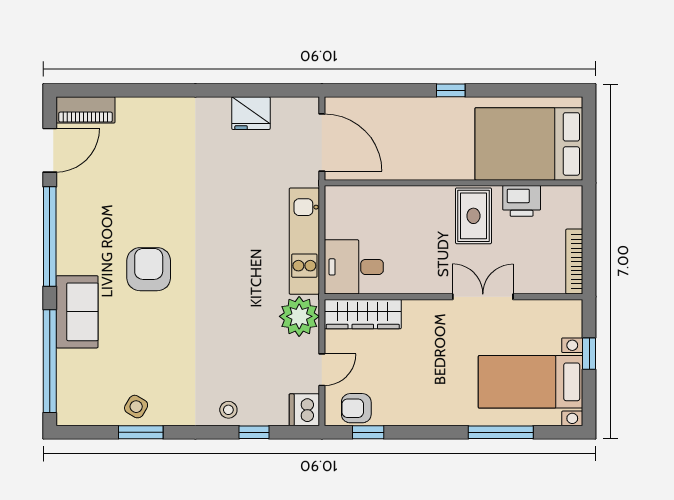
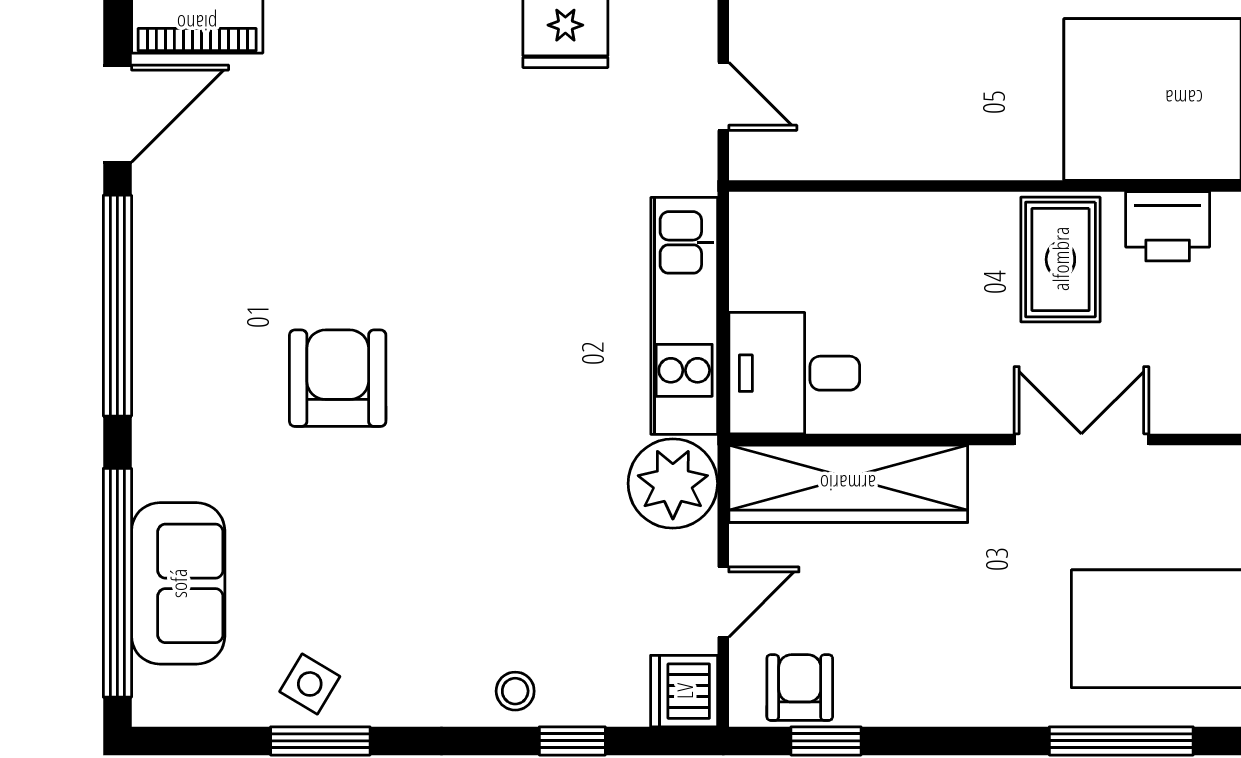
door: (322, 143) -> (723, 96), width x0.53
sofa: (77, 312) -> (178, 583), moved
wardrobe: (363, 314) -> (848, 484), width x1.40, depth x1.17
armchair: (356, 408) -> (800, 688), turned 90

